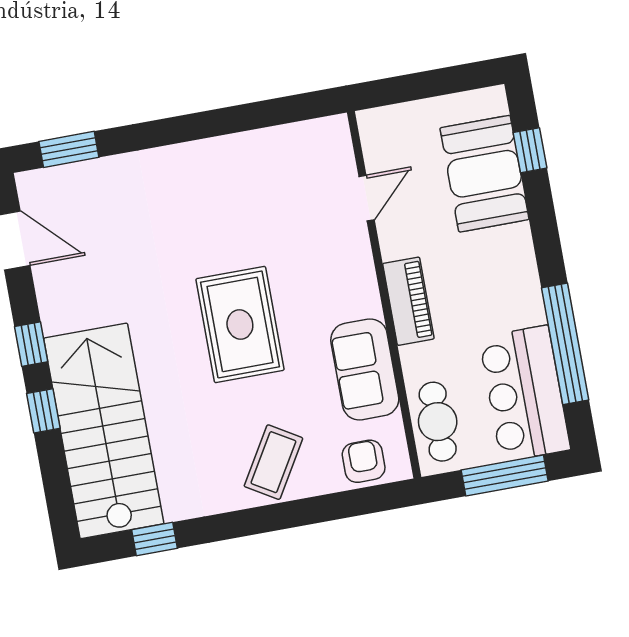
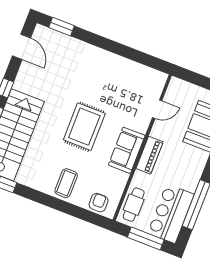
sofa: (365, 369) -> (127, 150), moved
coffee table: (273, 462) -> (66, 183), turned -31

